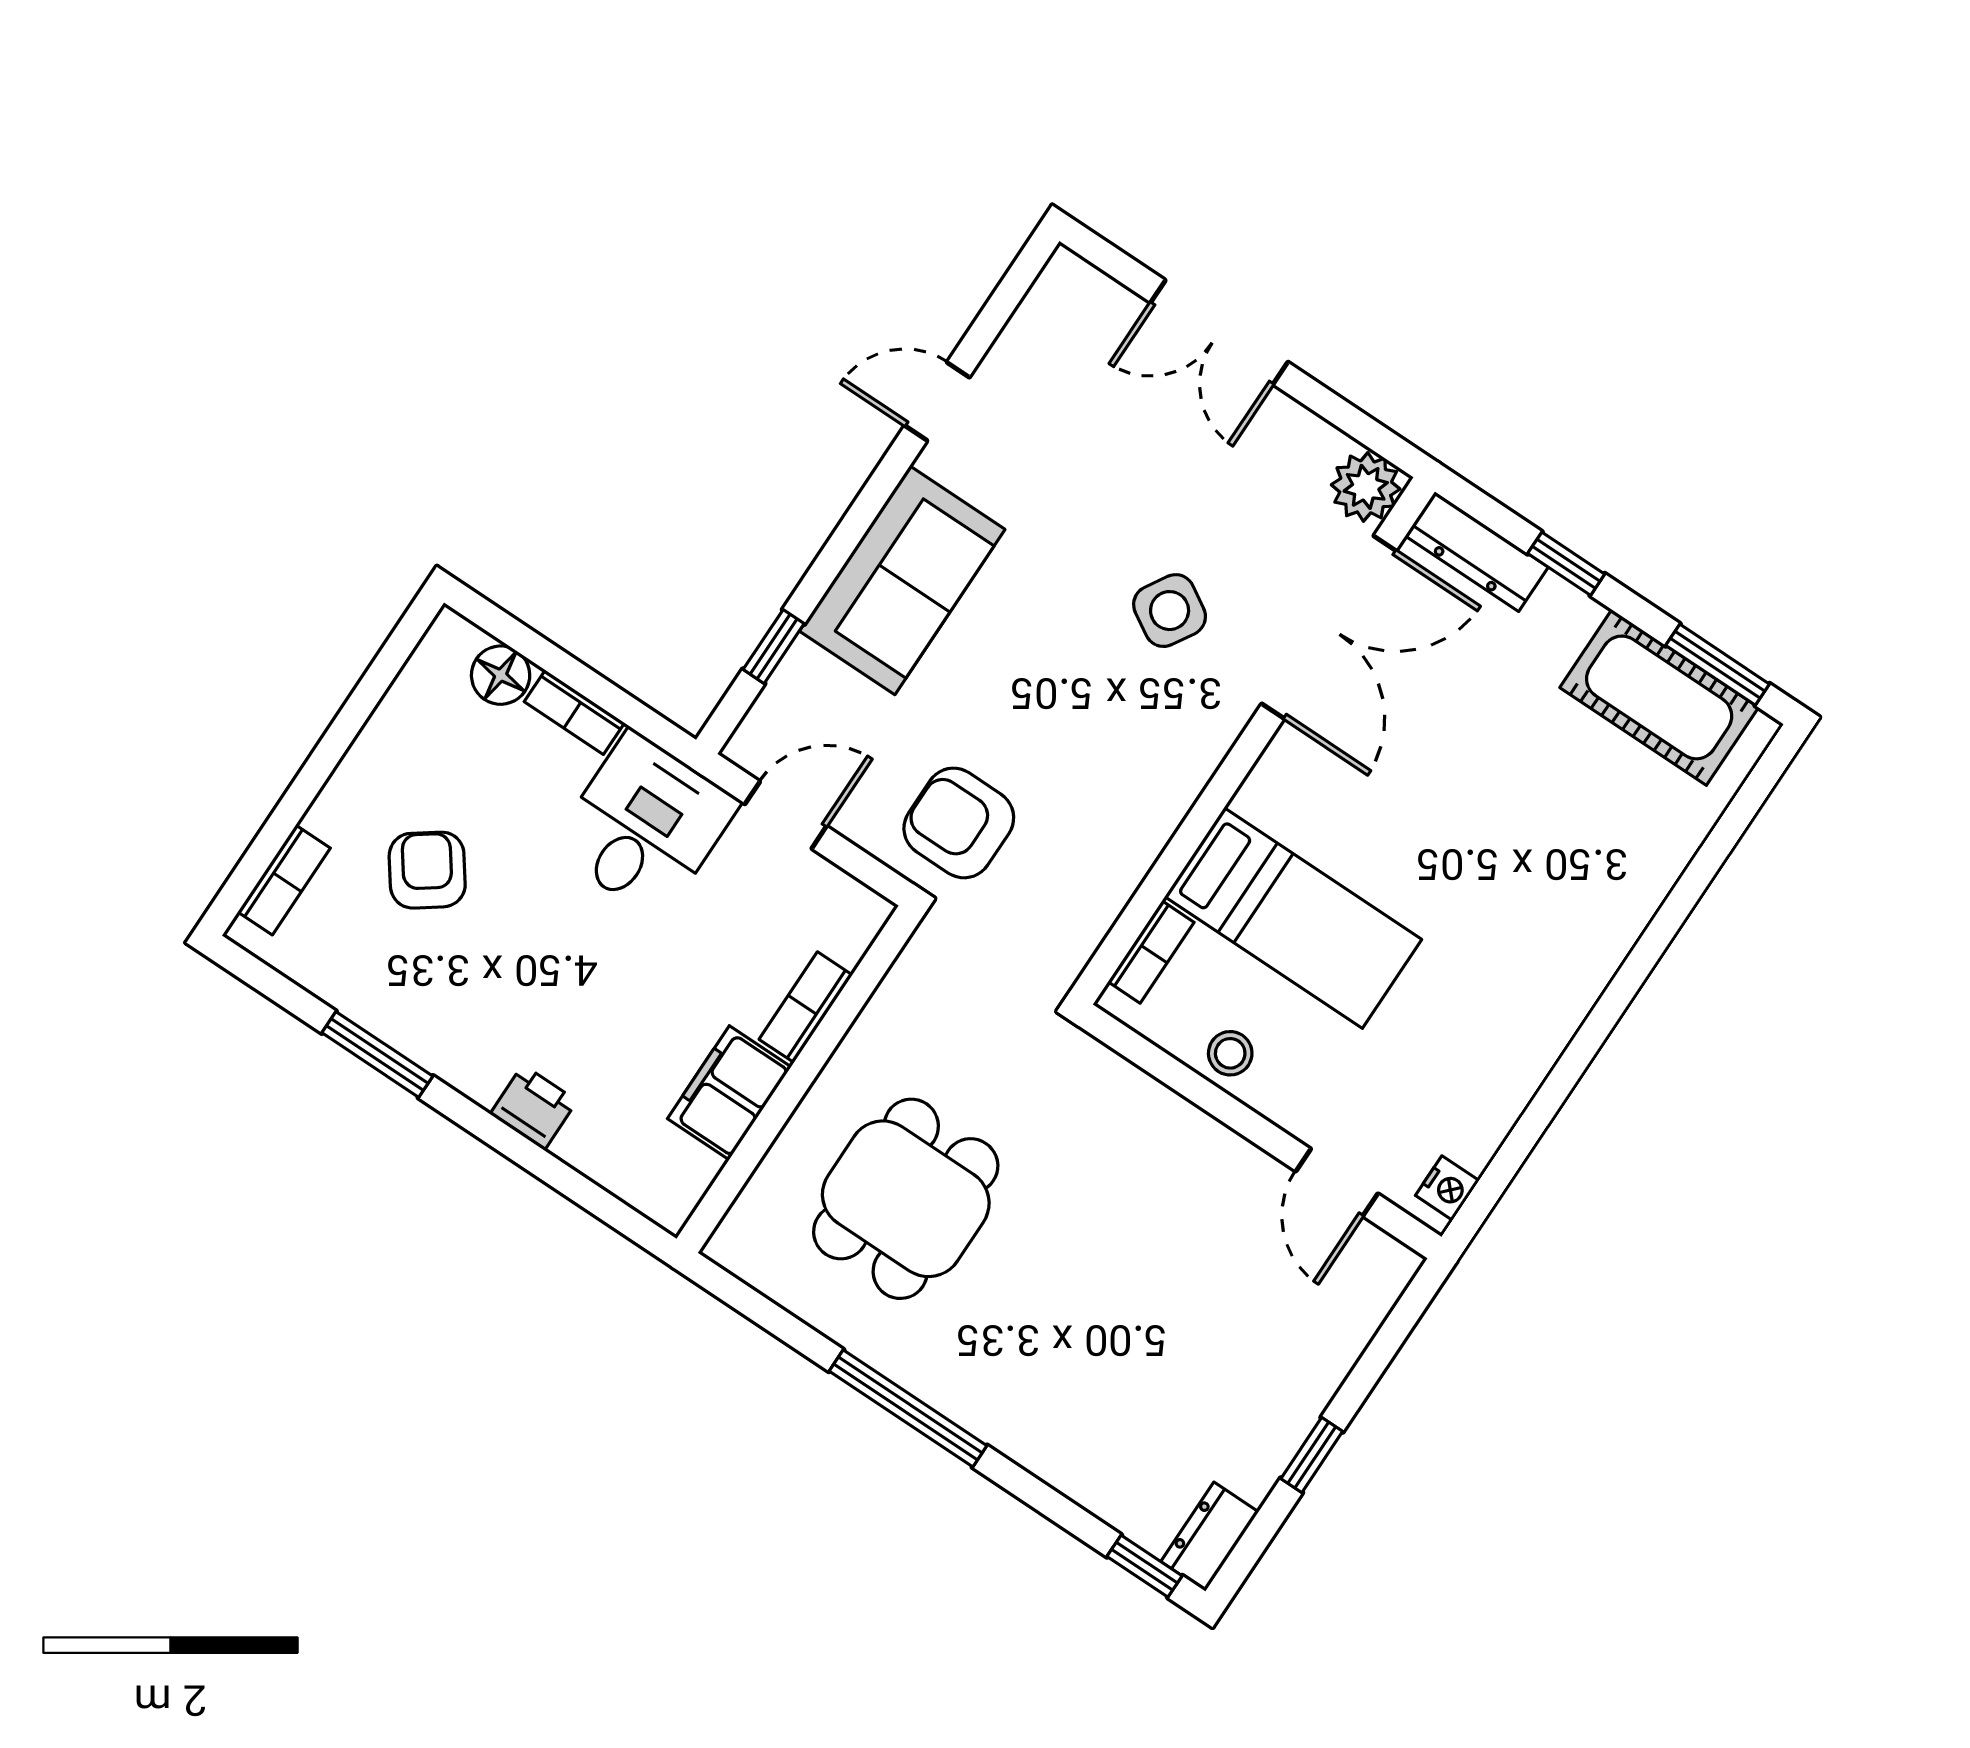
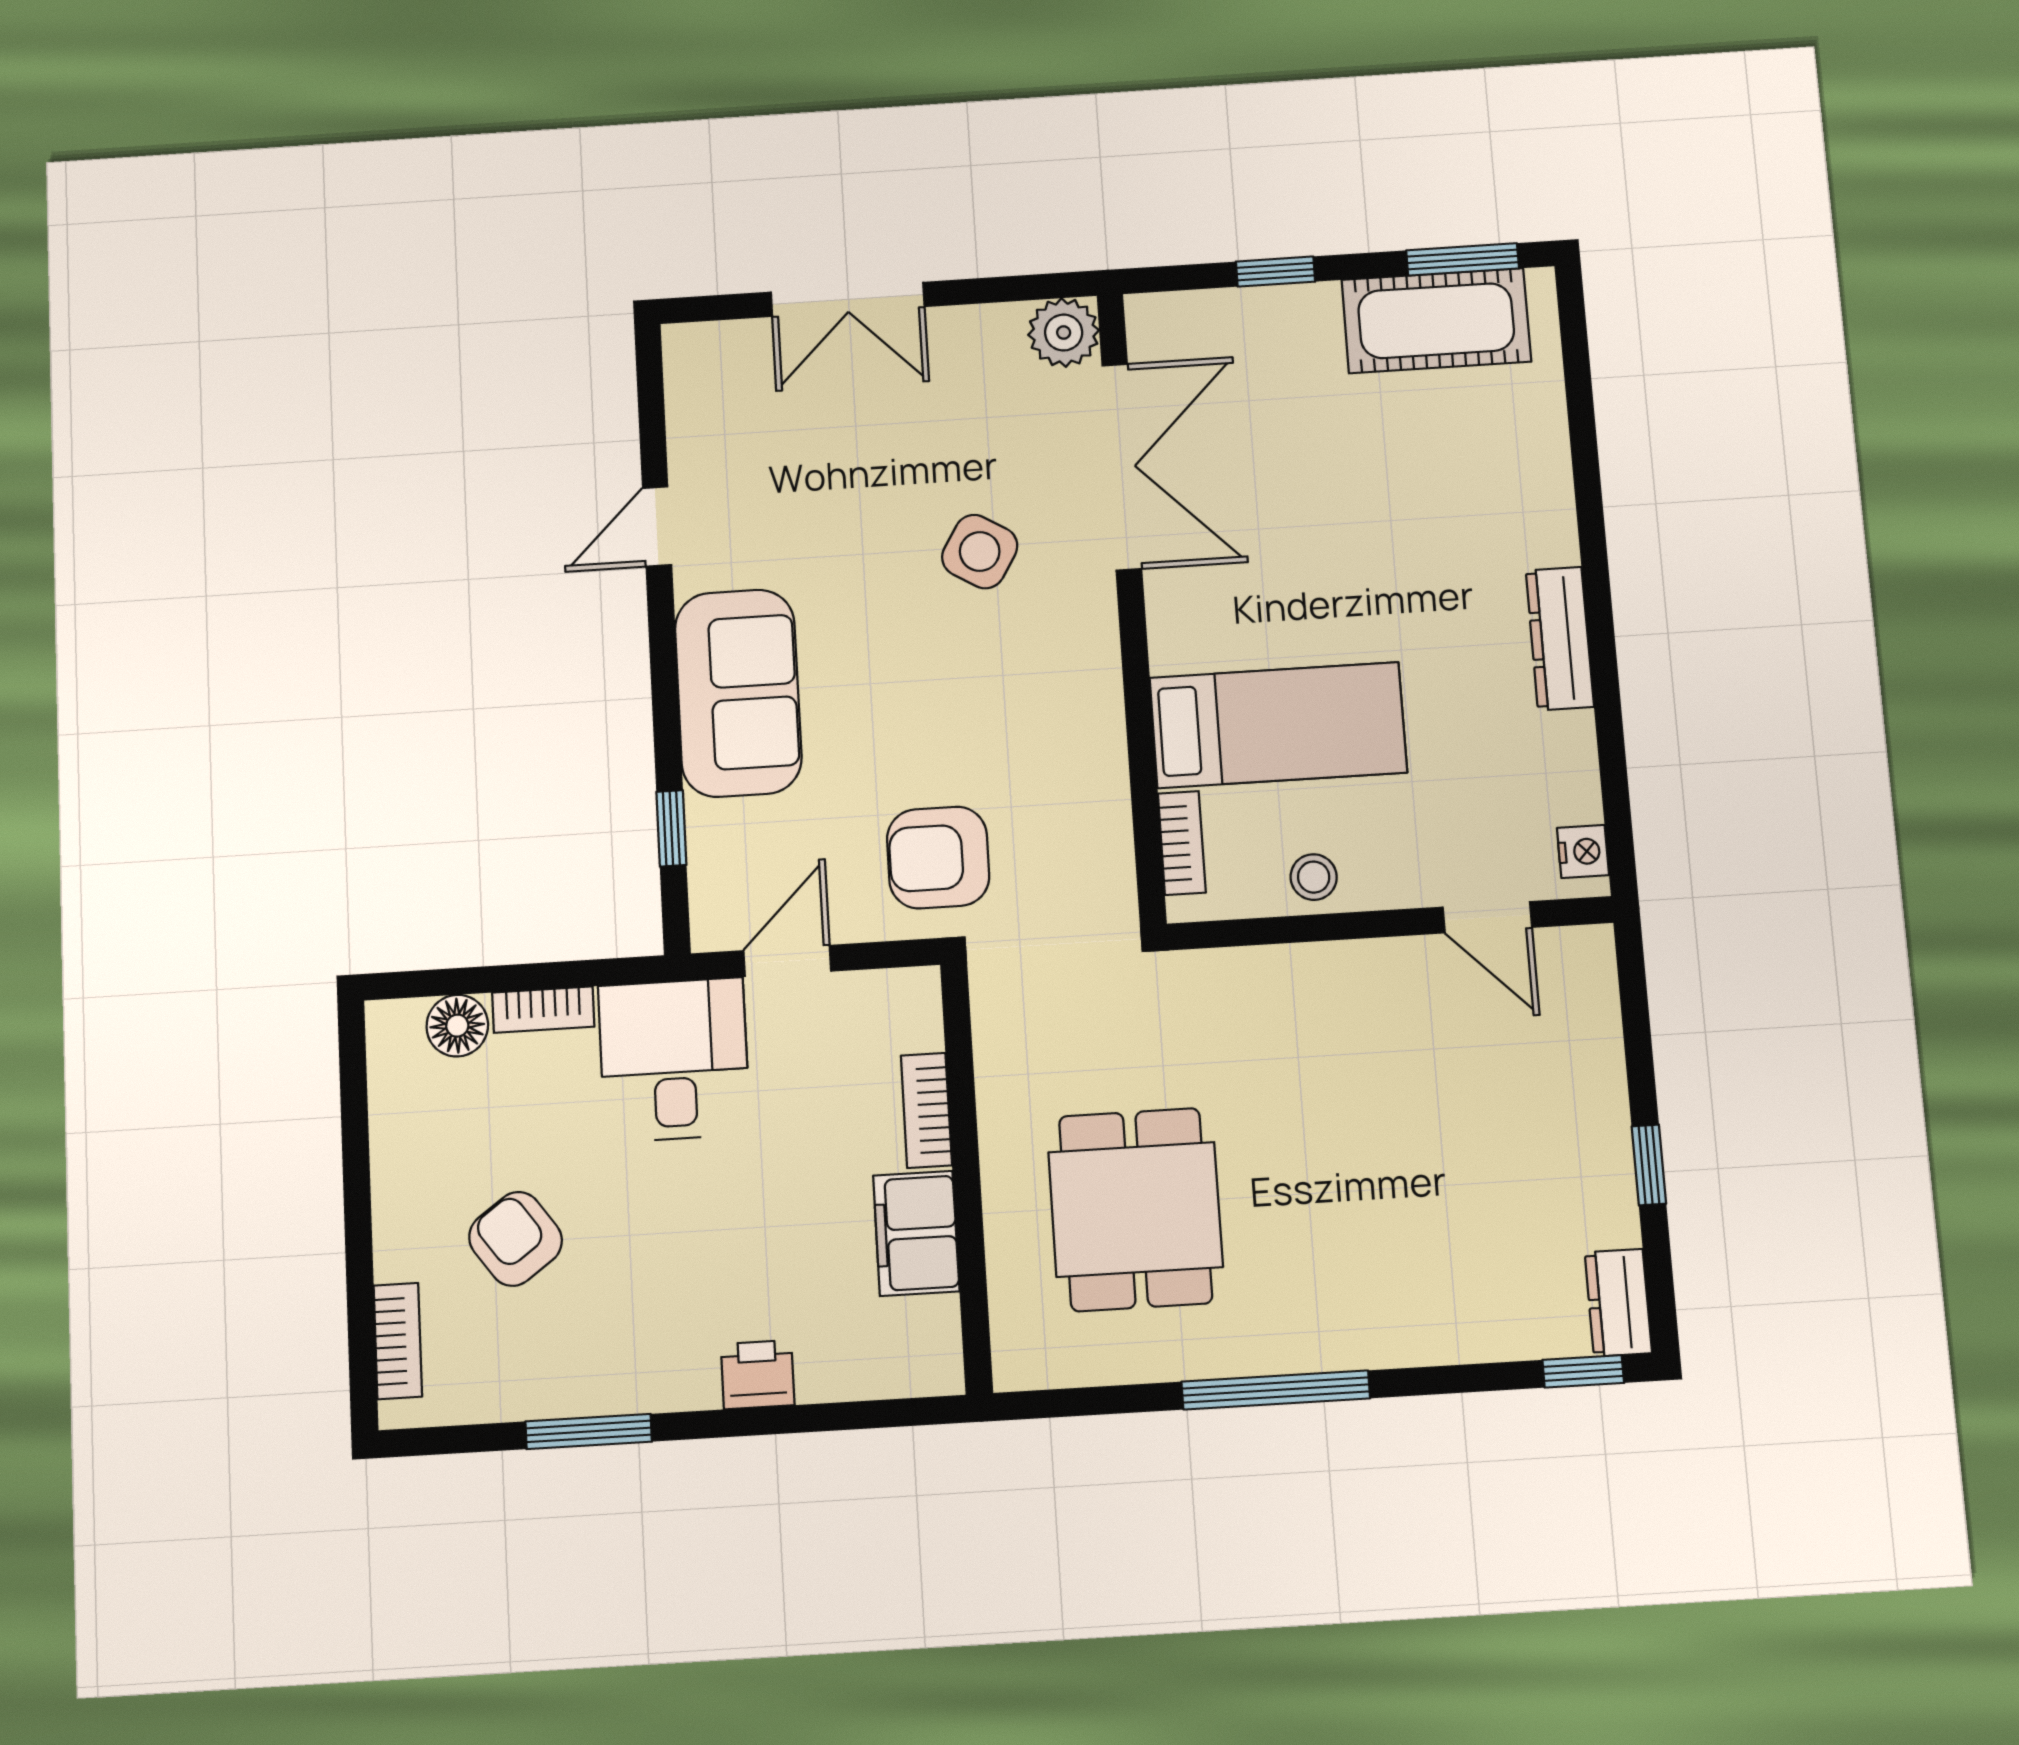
dresser: (1477, 551) -> (1560, 638), moved, turned 90

